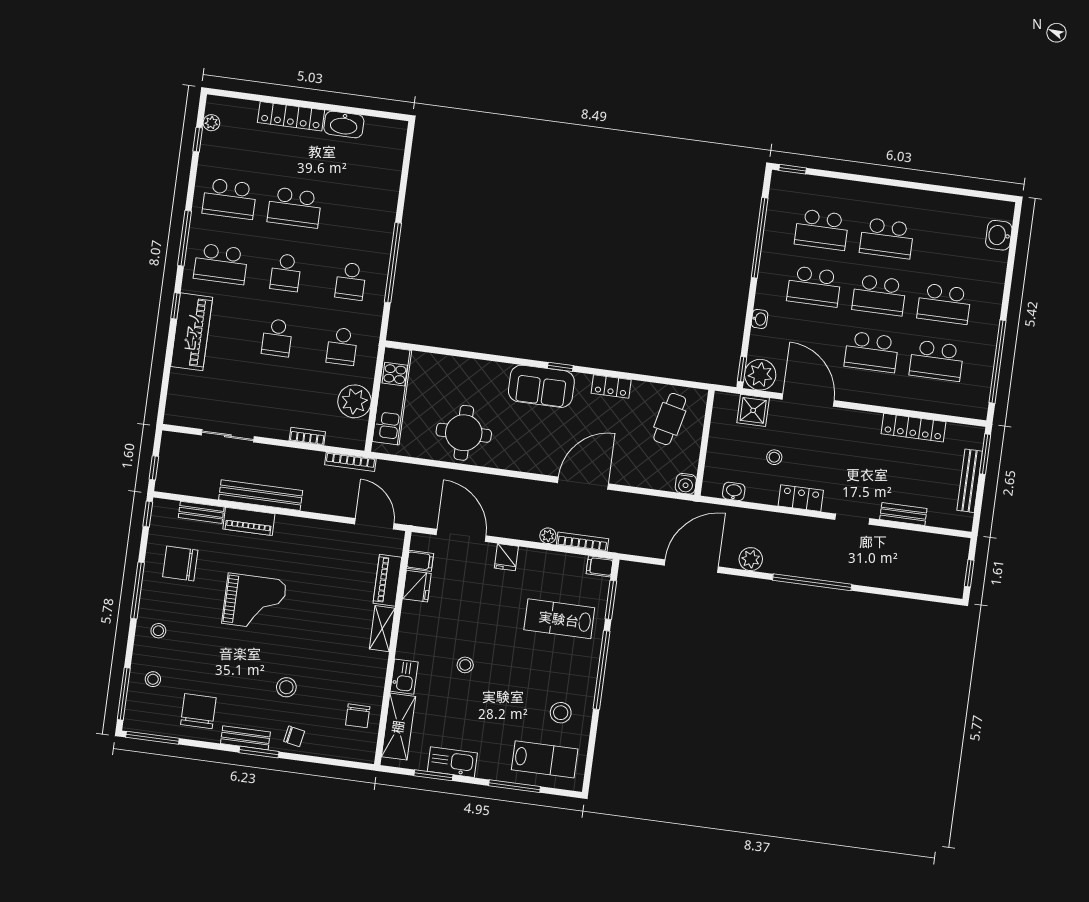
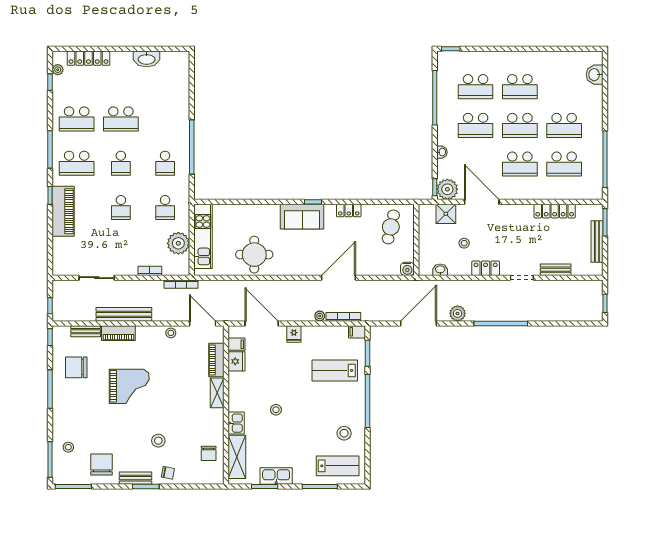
locker: (291, 116) -> (89, 58), moved
stool: (158, 631) -> (171, 333), moved

